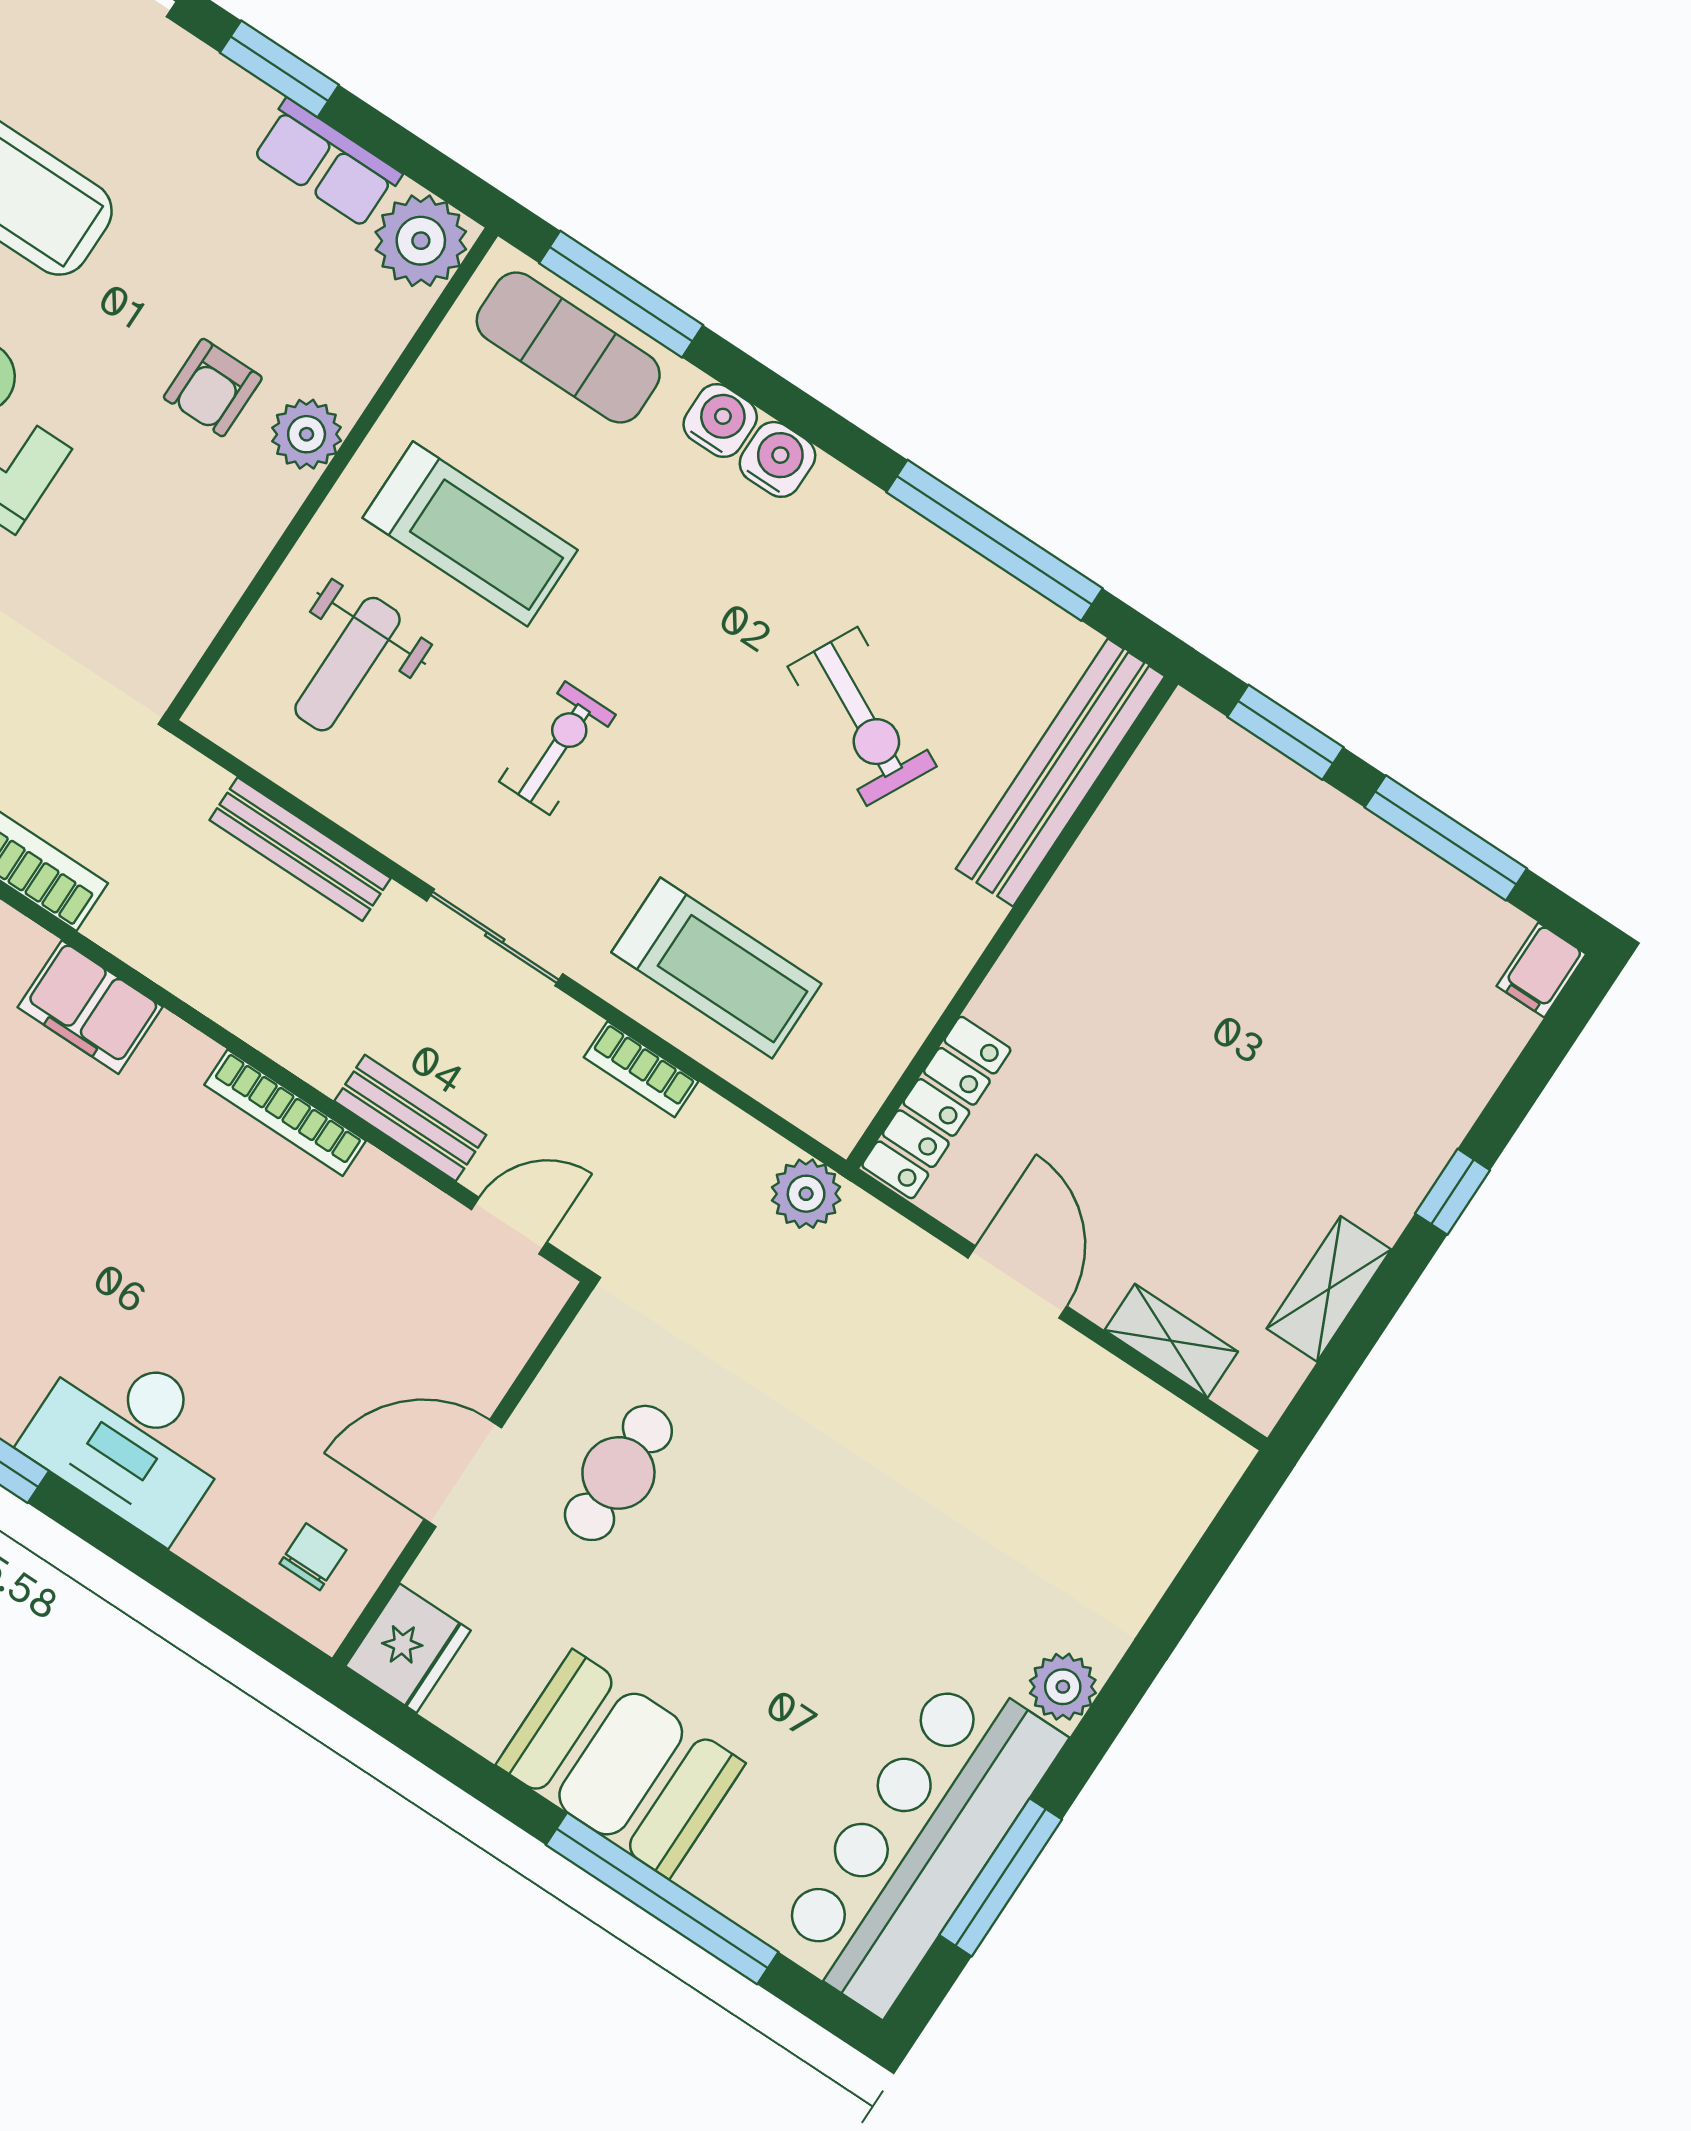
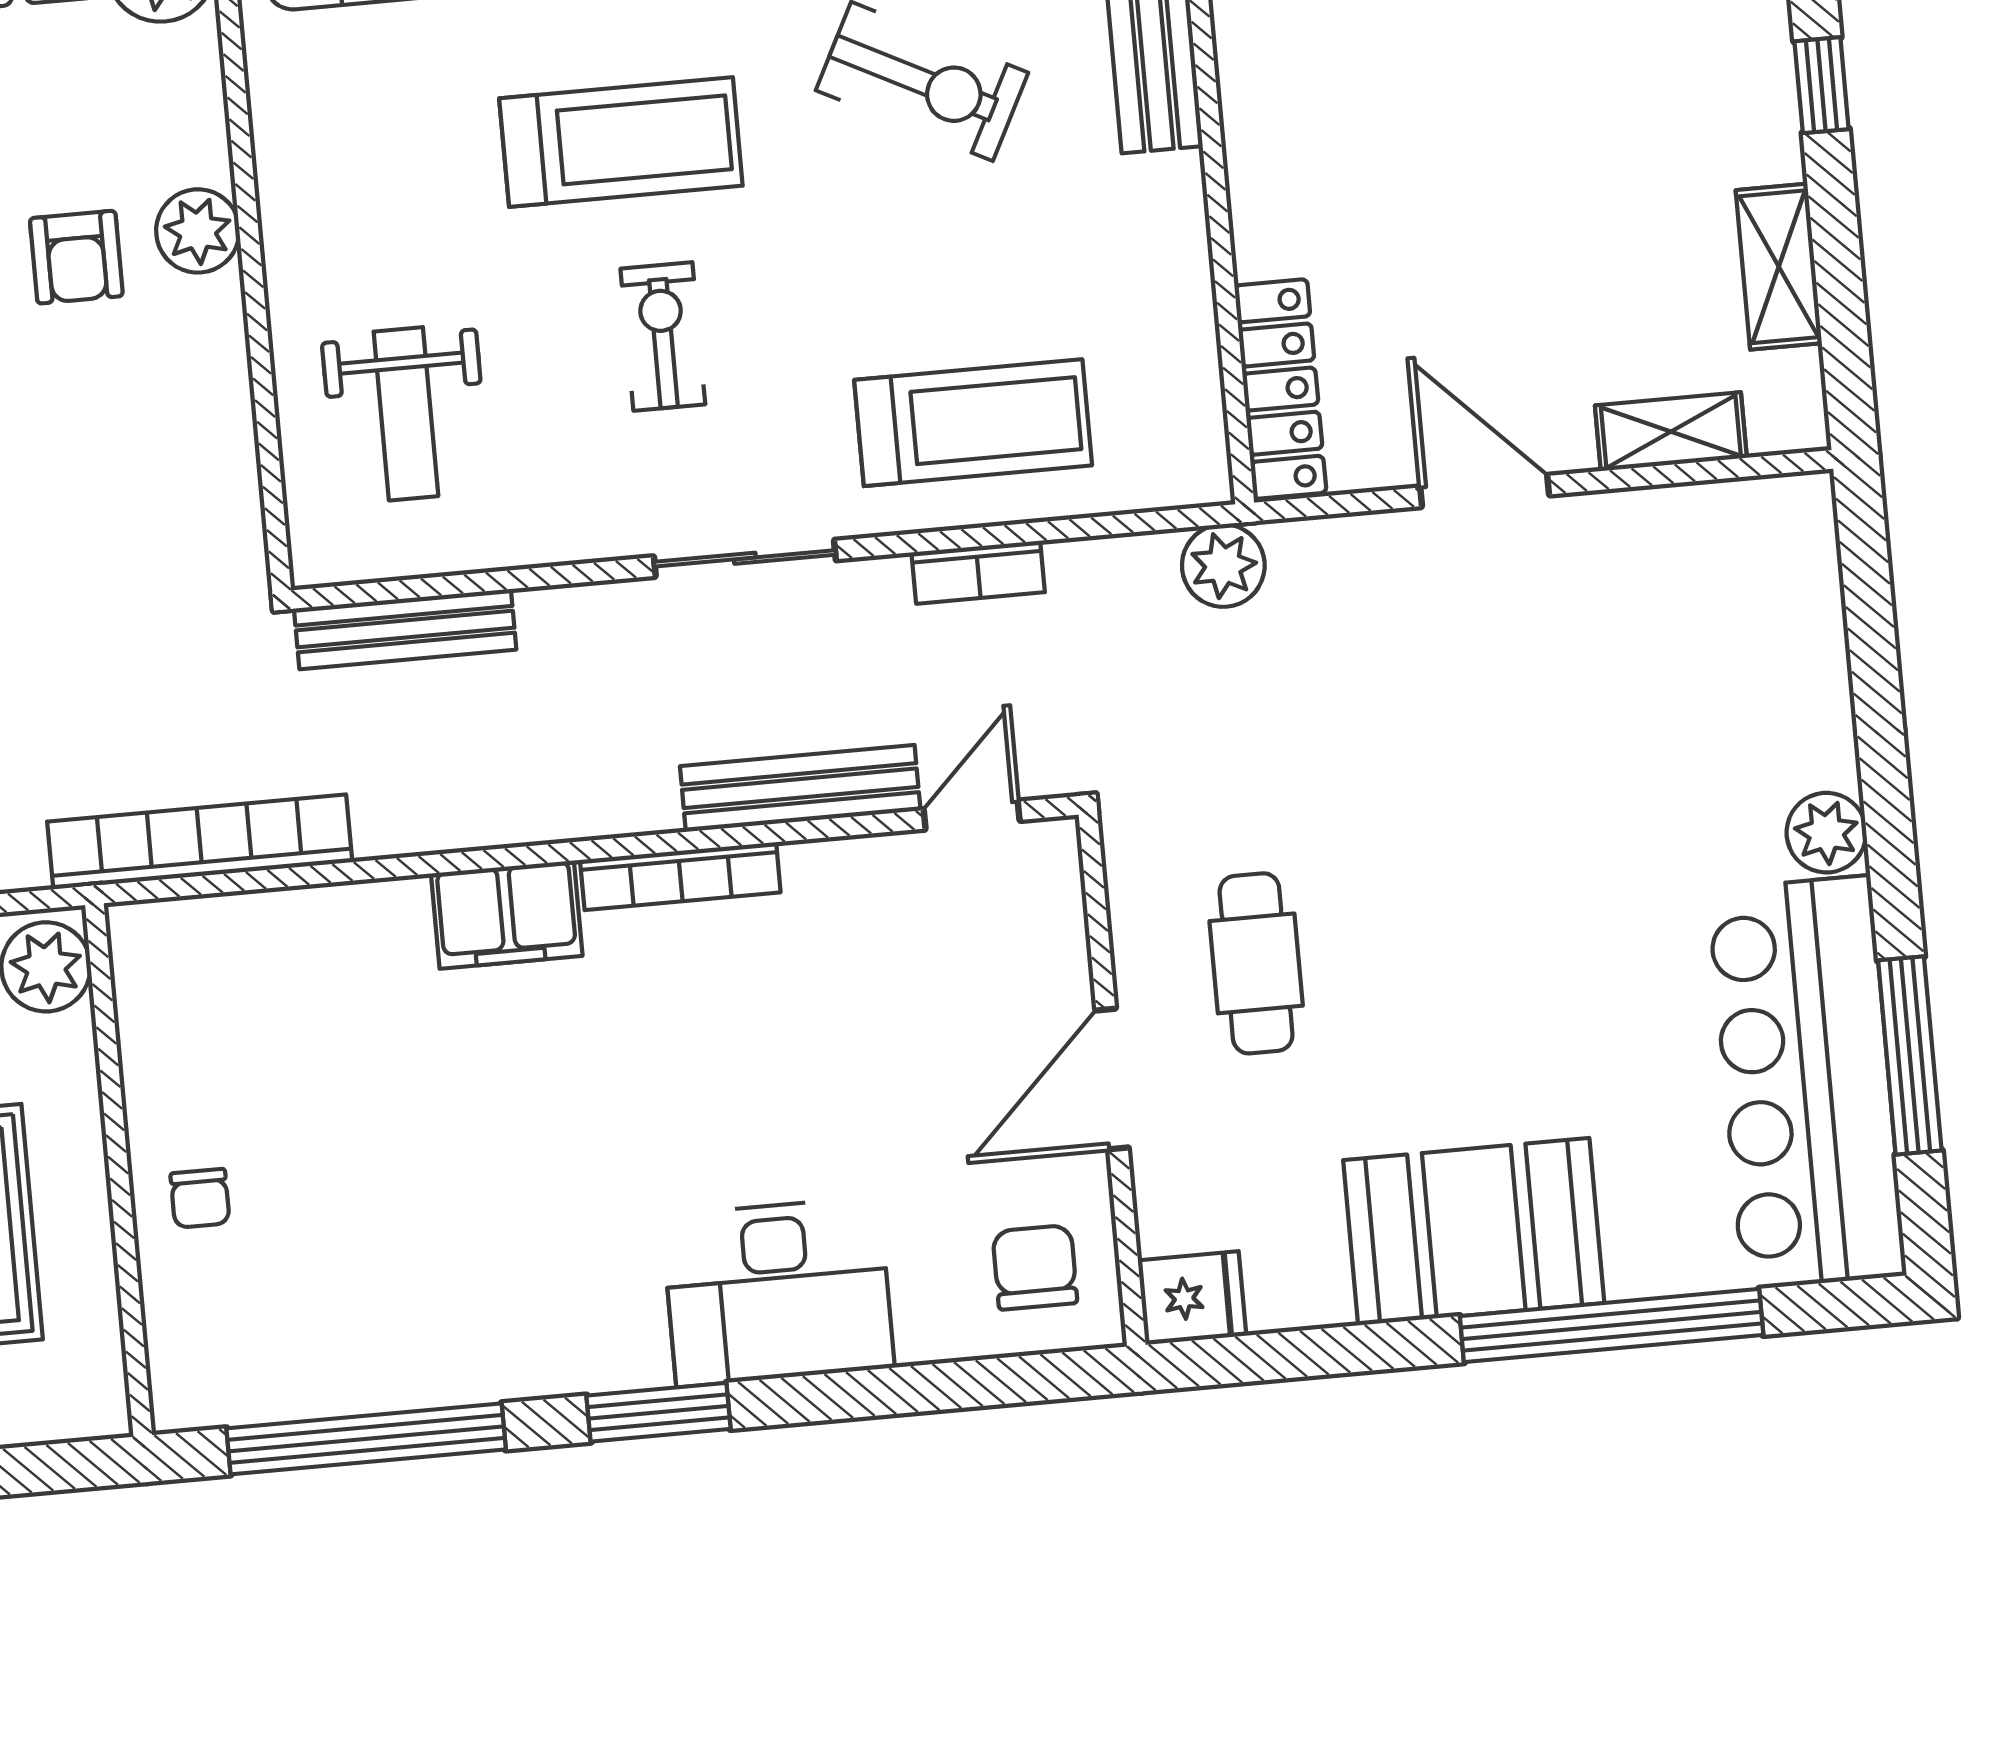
treadmill: (470, 534) -> (621, 142), moved
bench: (300, 849) -> (405, 629), moved
filing cabinet: (90, 1007) -> (507, 915), moved
bench: (410, 1118) -> (800, 788), width x1.36
chair: (313, 1557) -> (1035, 1267), width x1.37, depth x1.37
fridge: (408, 1648) -> (1192, 1298), width x0.72

